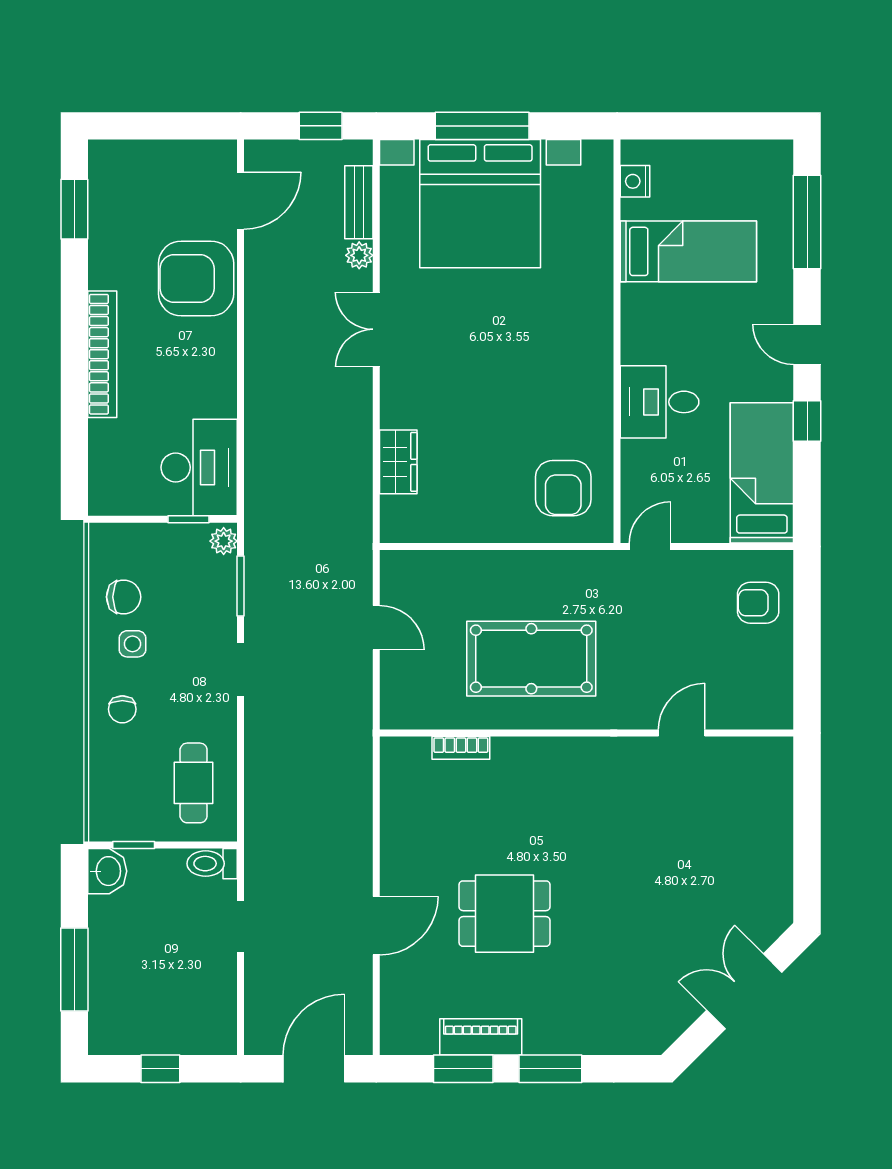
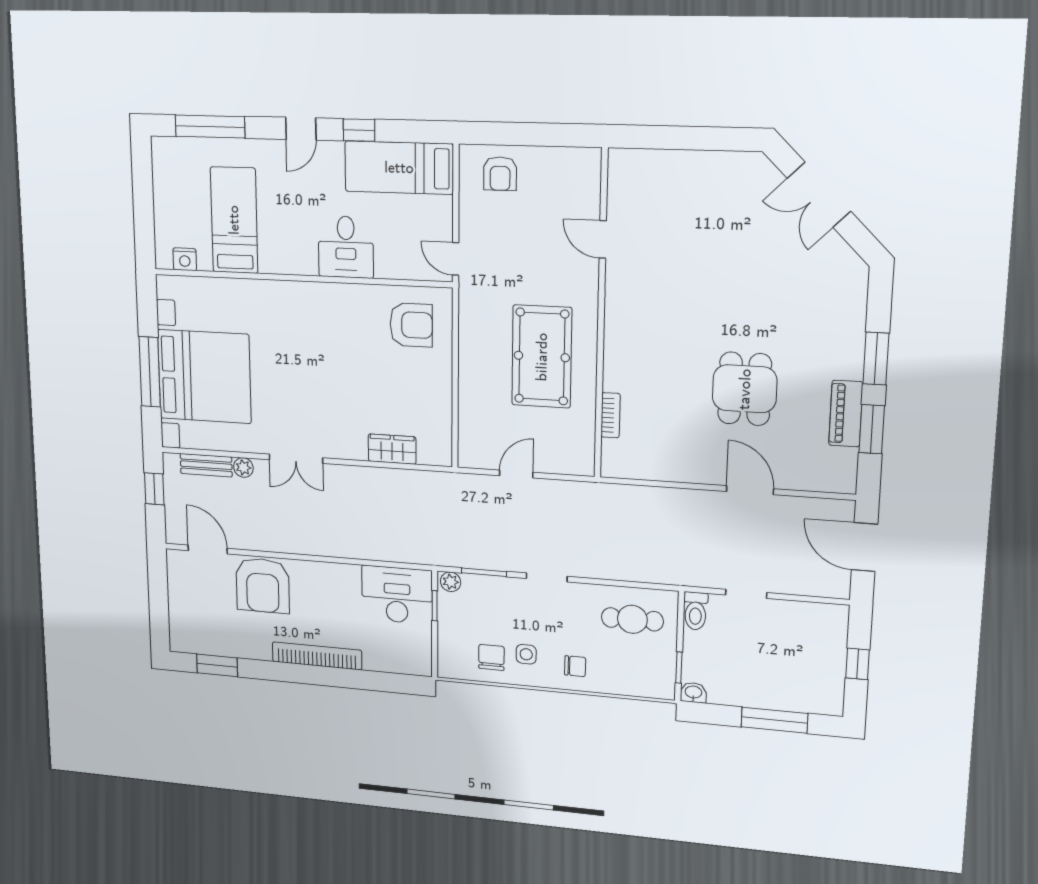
washbasin: (107, 871) -> (693, 693), width x0.72, depth x0.69

